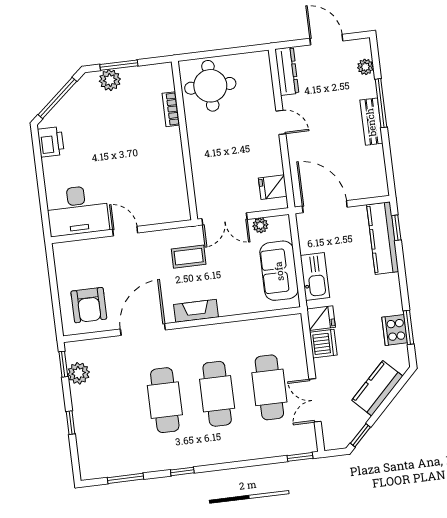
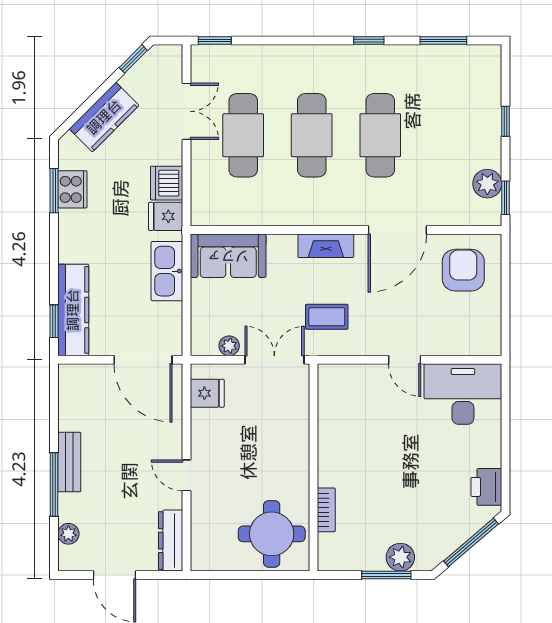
sofa: (279, 271) -> (228, 256), moved, turned 90

